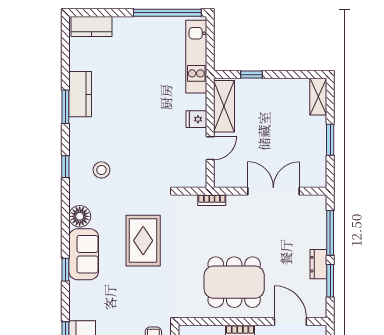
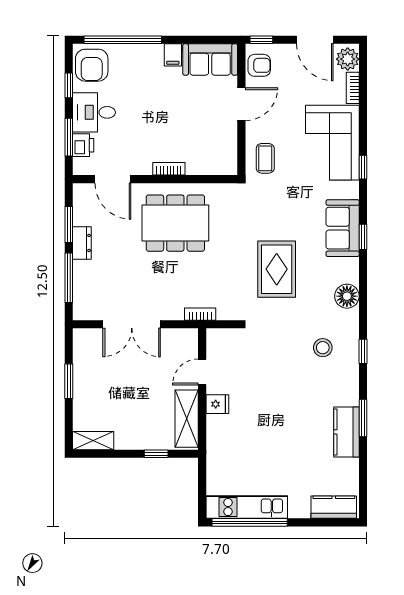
kitchen unit: (196, 57) -> (247, 507), moved, turned -90
shelving: (318, 97) -> (93, 441), moved, turned 90
sofa: (84, 254) -> (343, 228), moved

